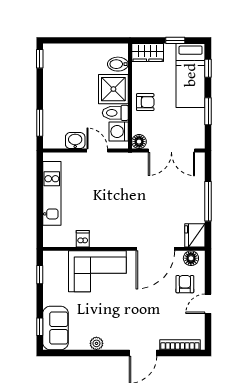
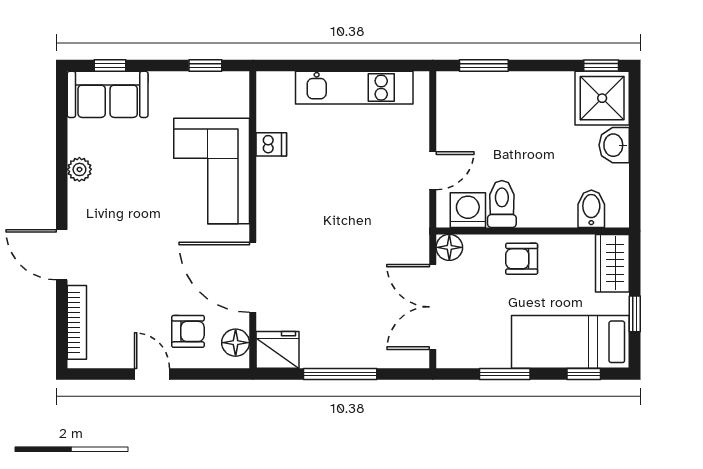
shower: (113, 89) -> (602, 98), moved
armchair: (145, 102) -> (522, 259), turned 90
washbasin: (75, 141) -> (614, 145), moved, turned 180

